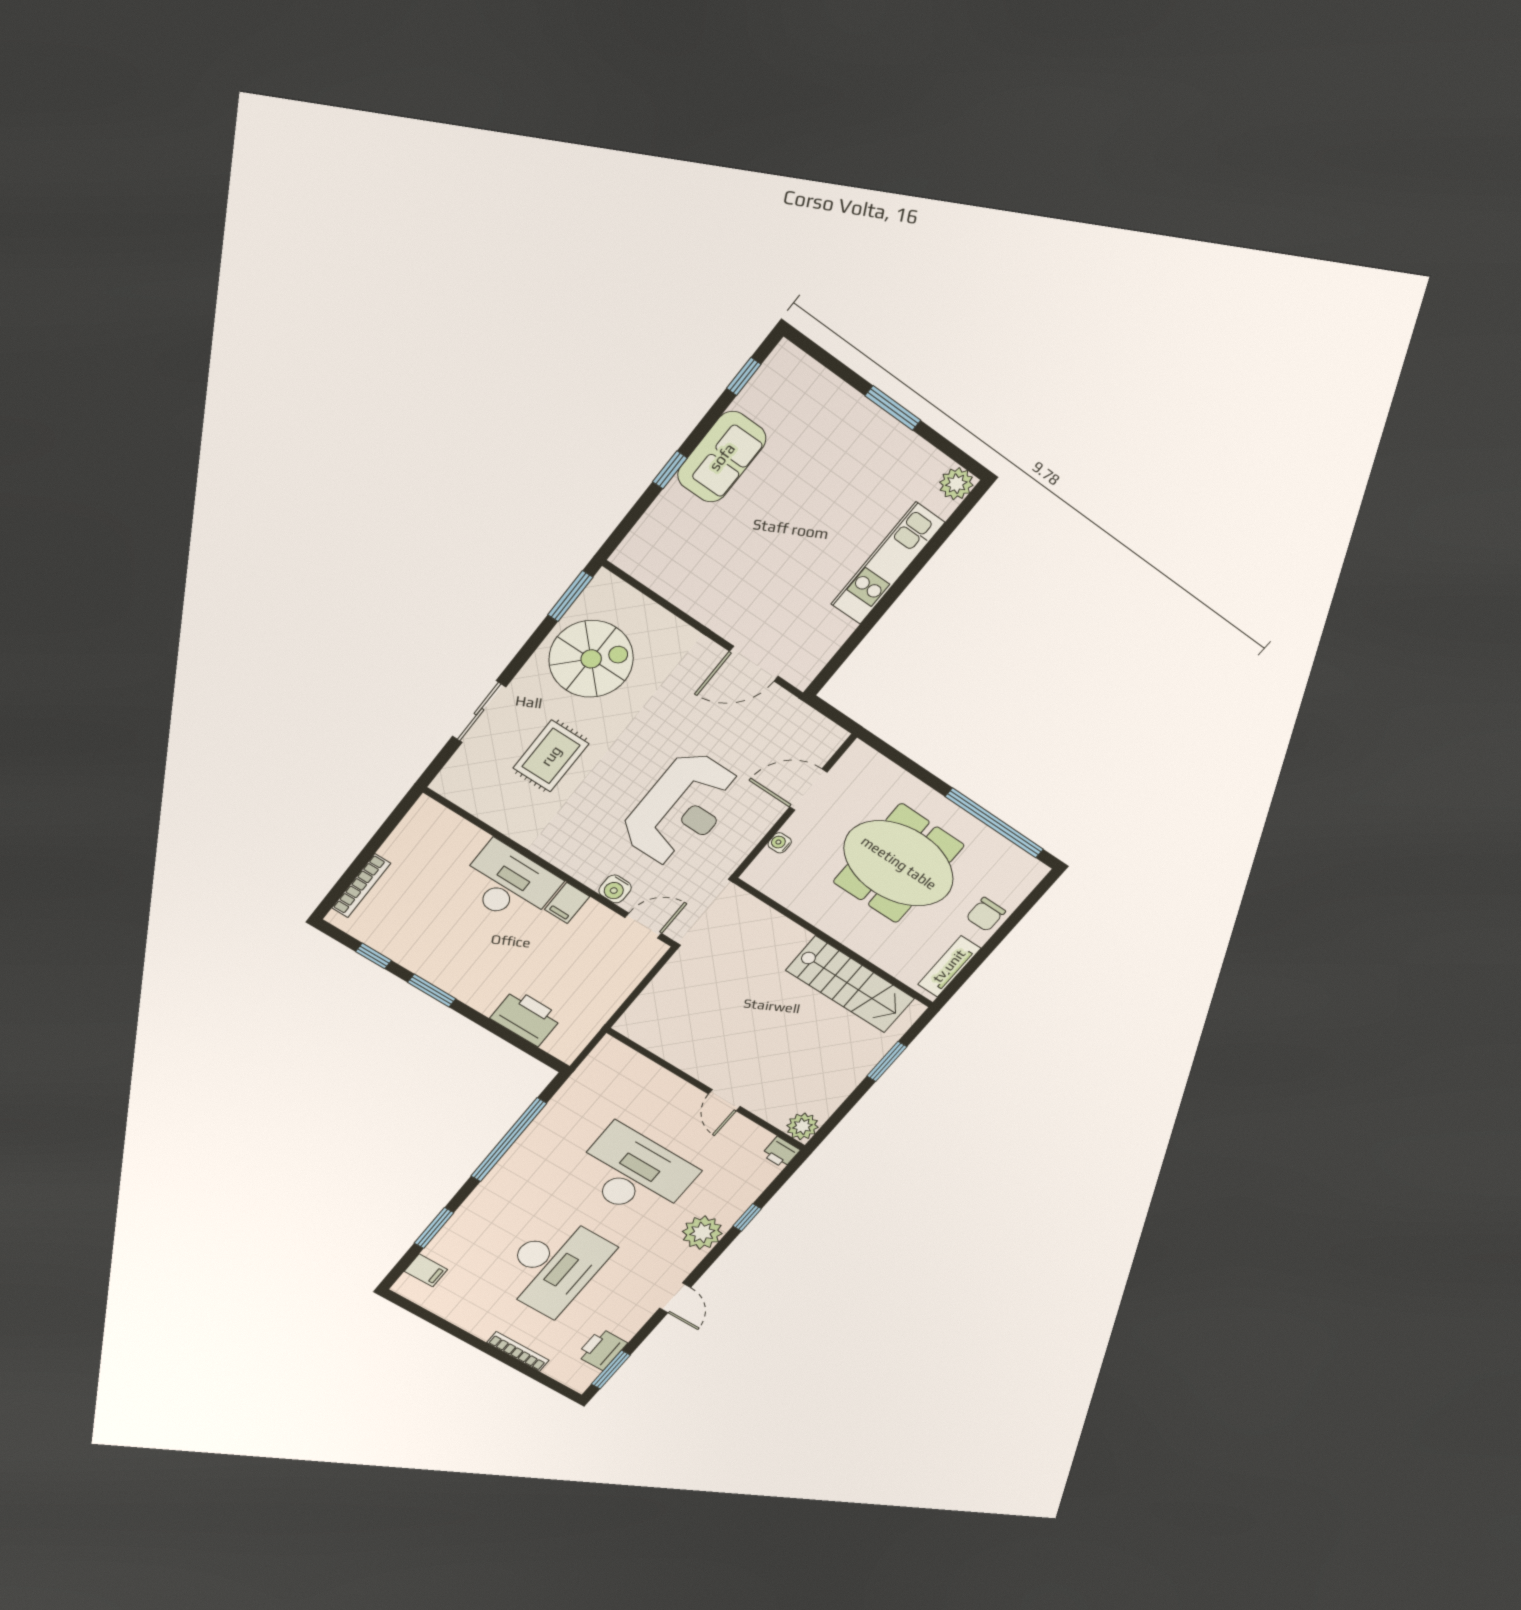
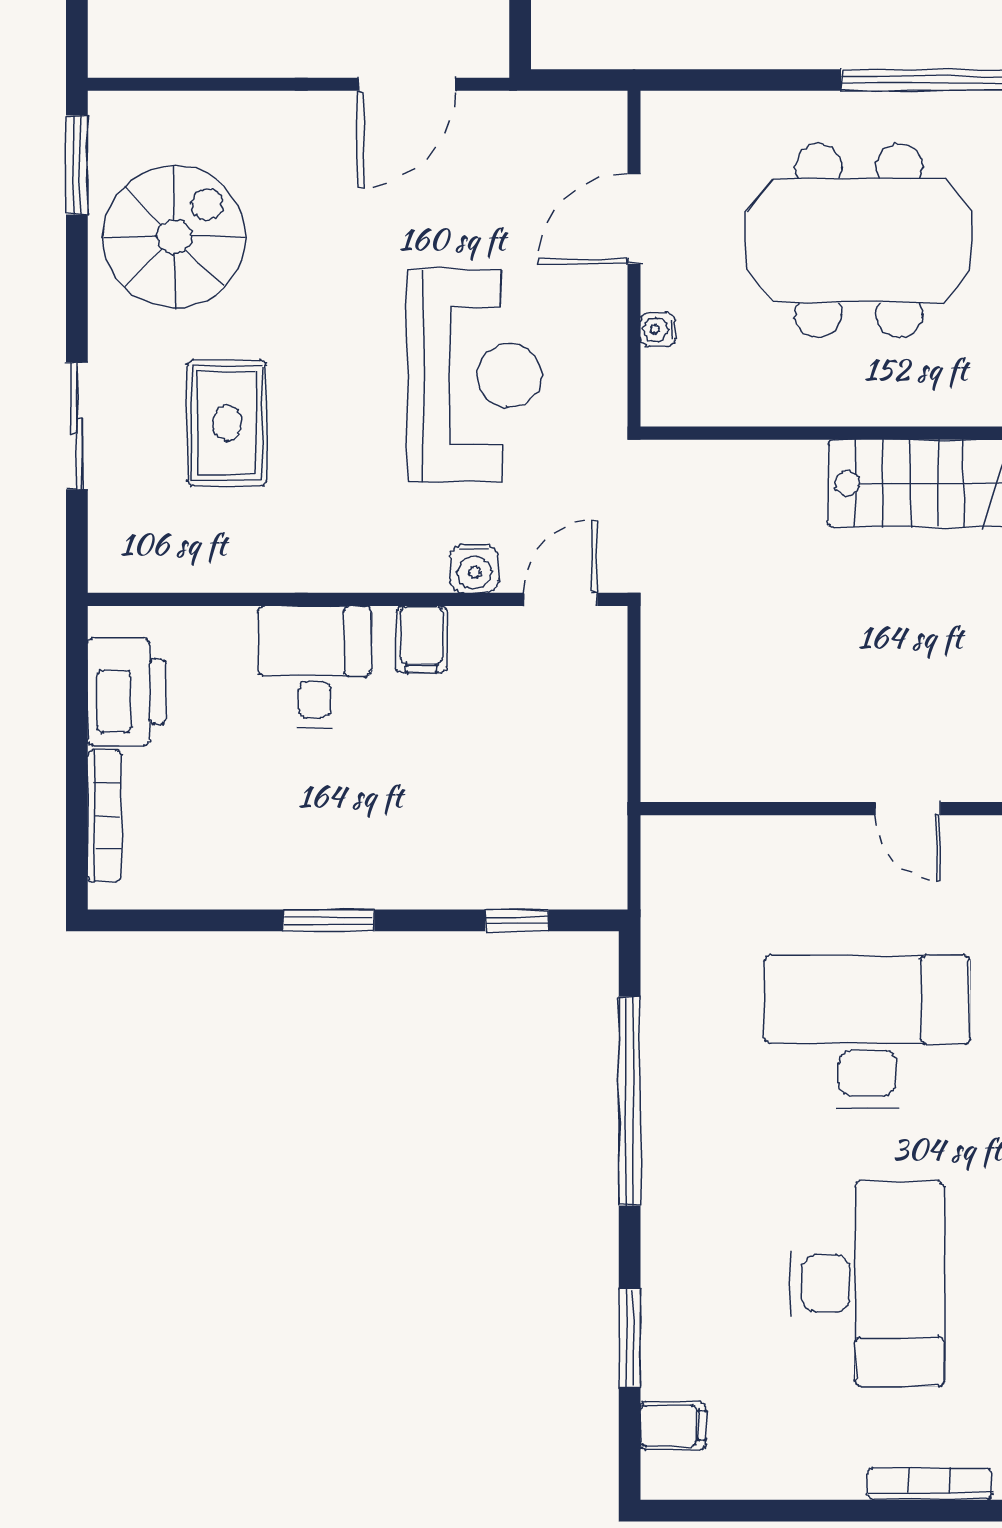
desk: (509, 884) -> (315, 667), width x0.73
window: (373, 956) -> (517, 920), moved
printer: (526, 1018) -> (126, 692), moved, turned 90

